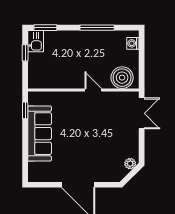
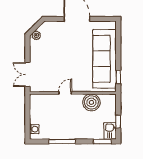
boiler: (122, 78) -> (91, 102), moved
door: (93, 90) -> (65, 93), swing flipped
sofa: (40, 134) -> (105, 59), width x1.36, depth x1.27

